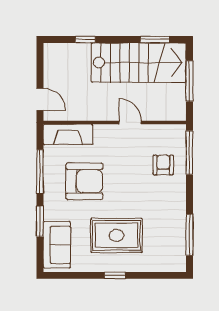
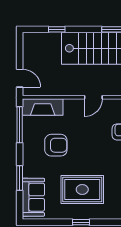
door: (130, 123) -> (93, 97), swing flipped
window: (40, 171) -> (20, 125), moved
armchair: (84, 181) -> (56, 145), width x0.73, depth x0.73

